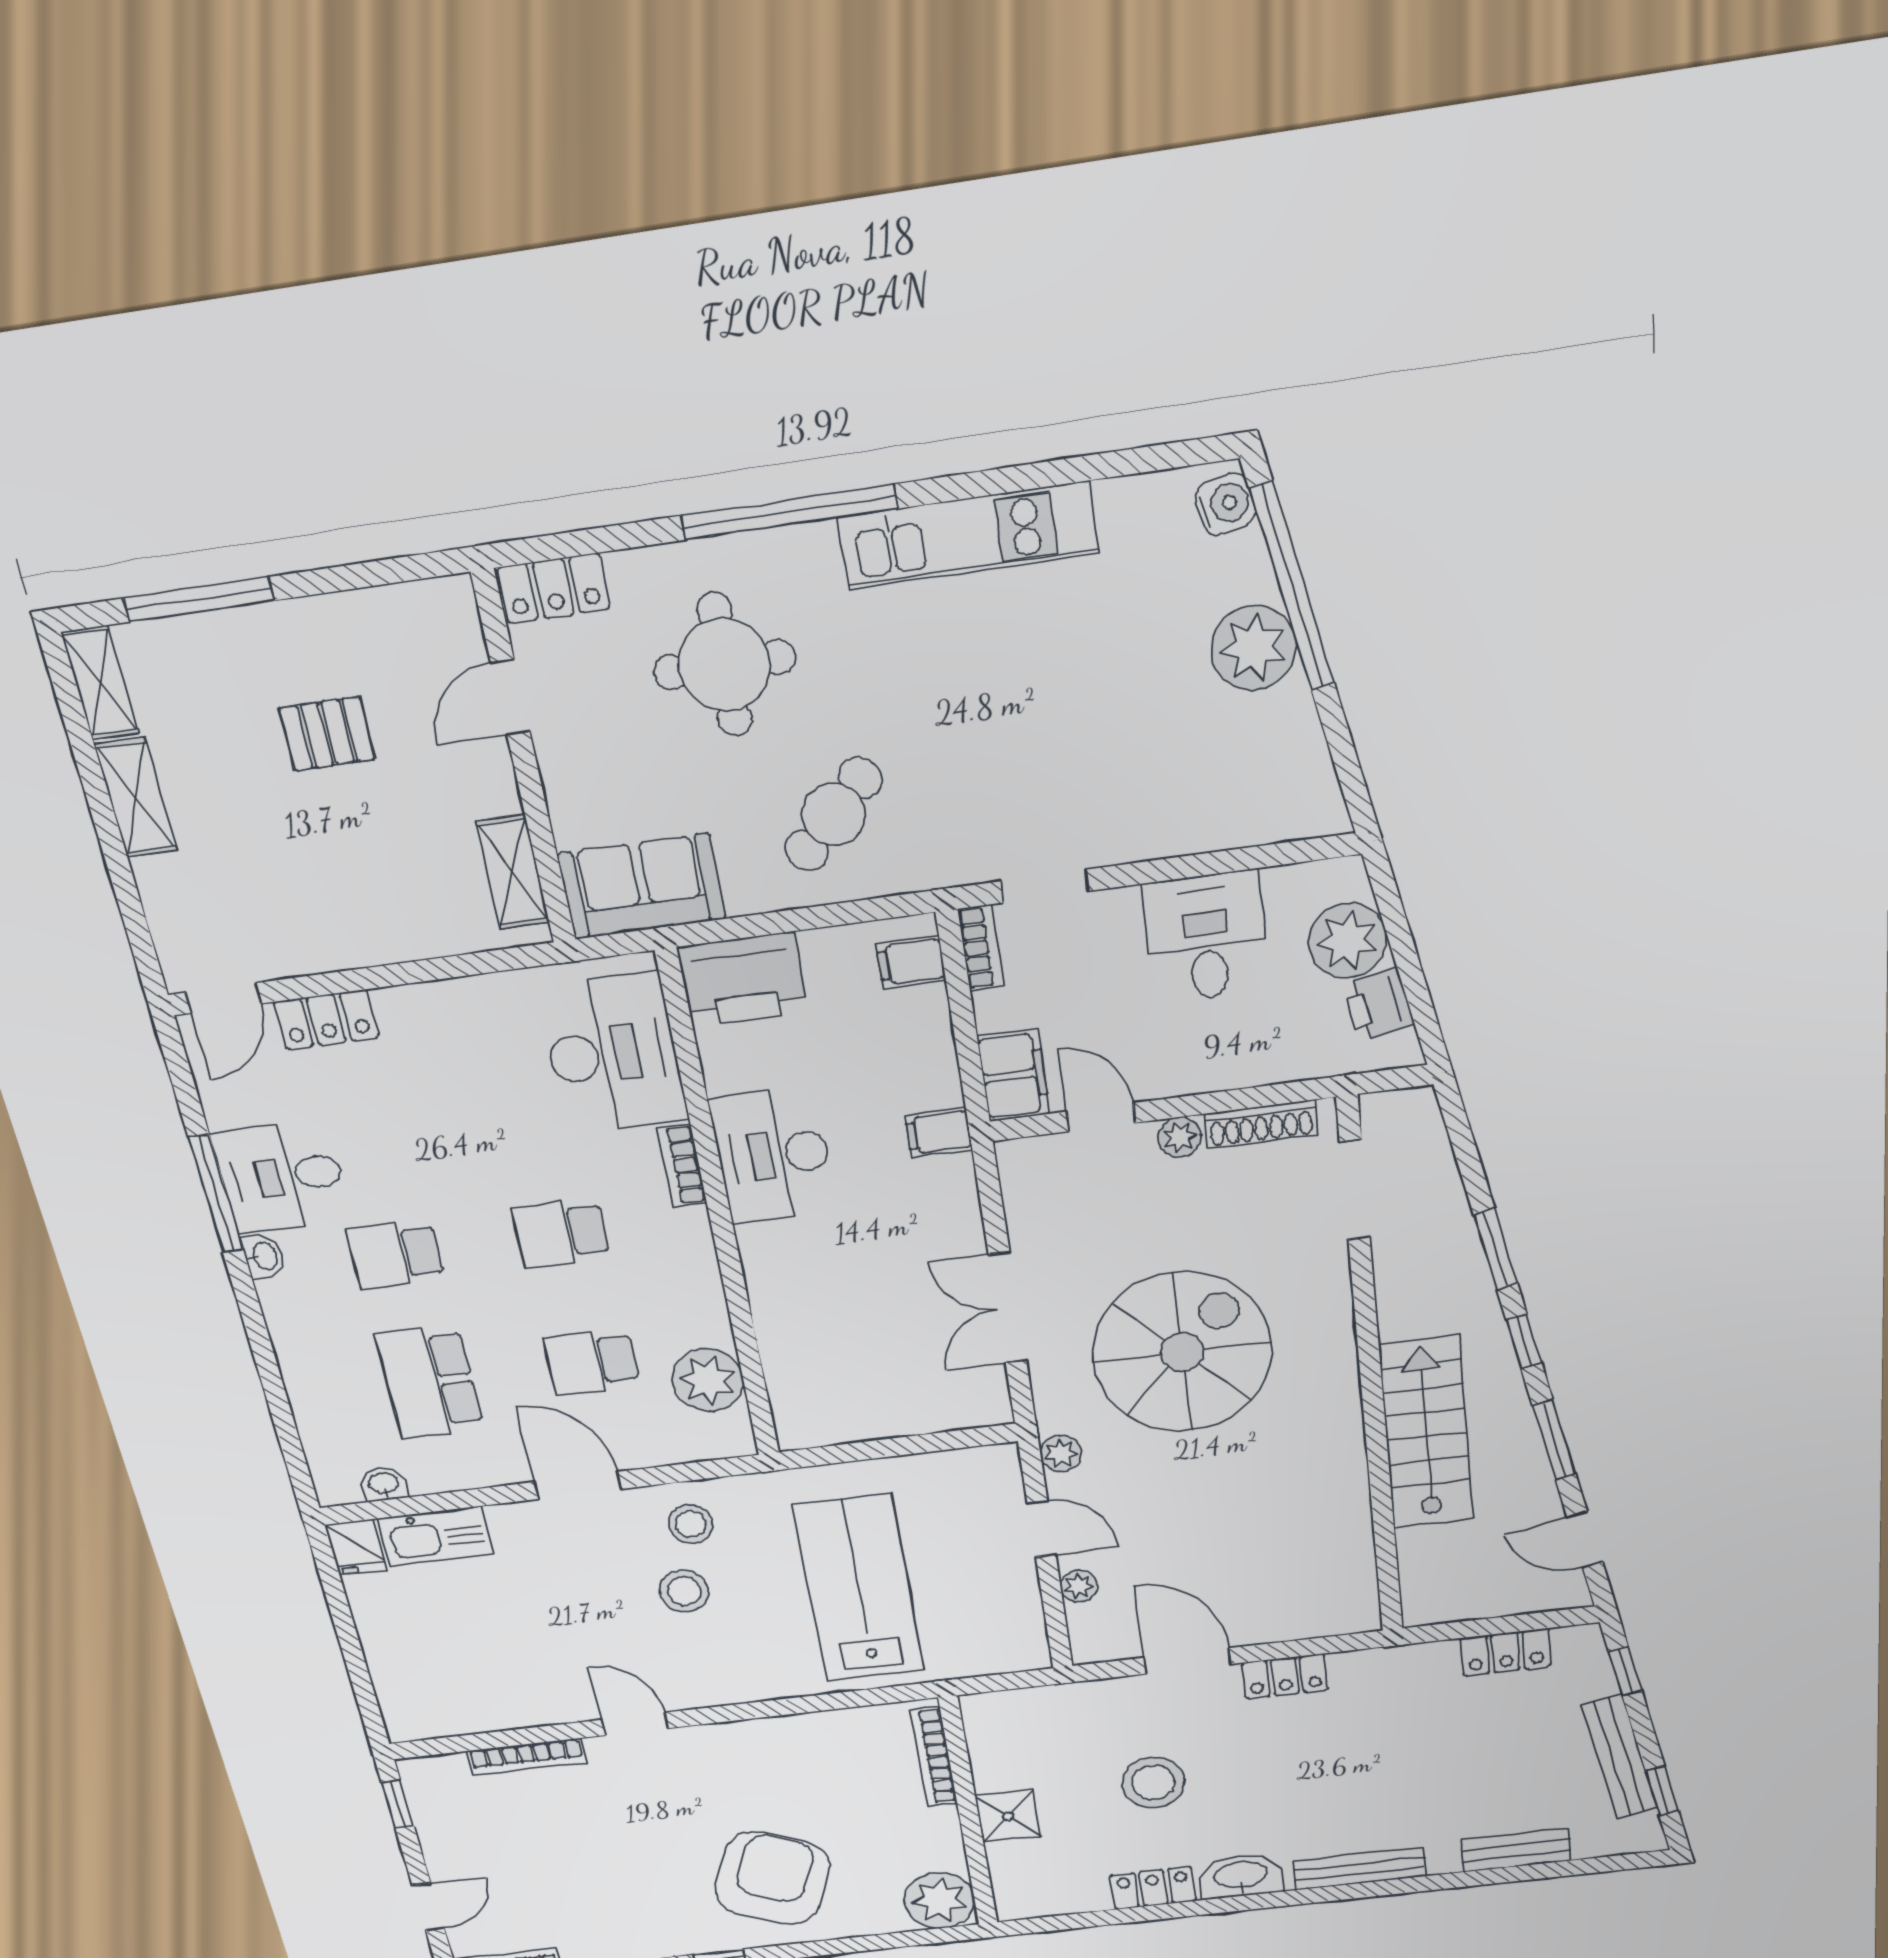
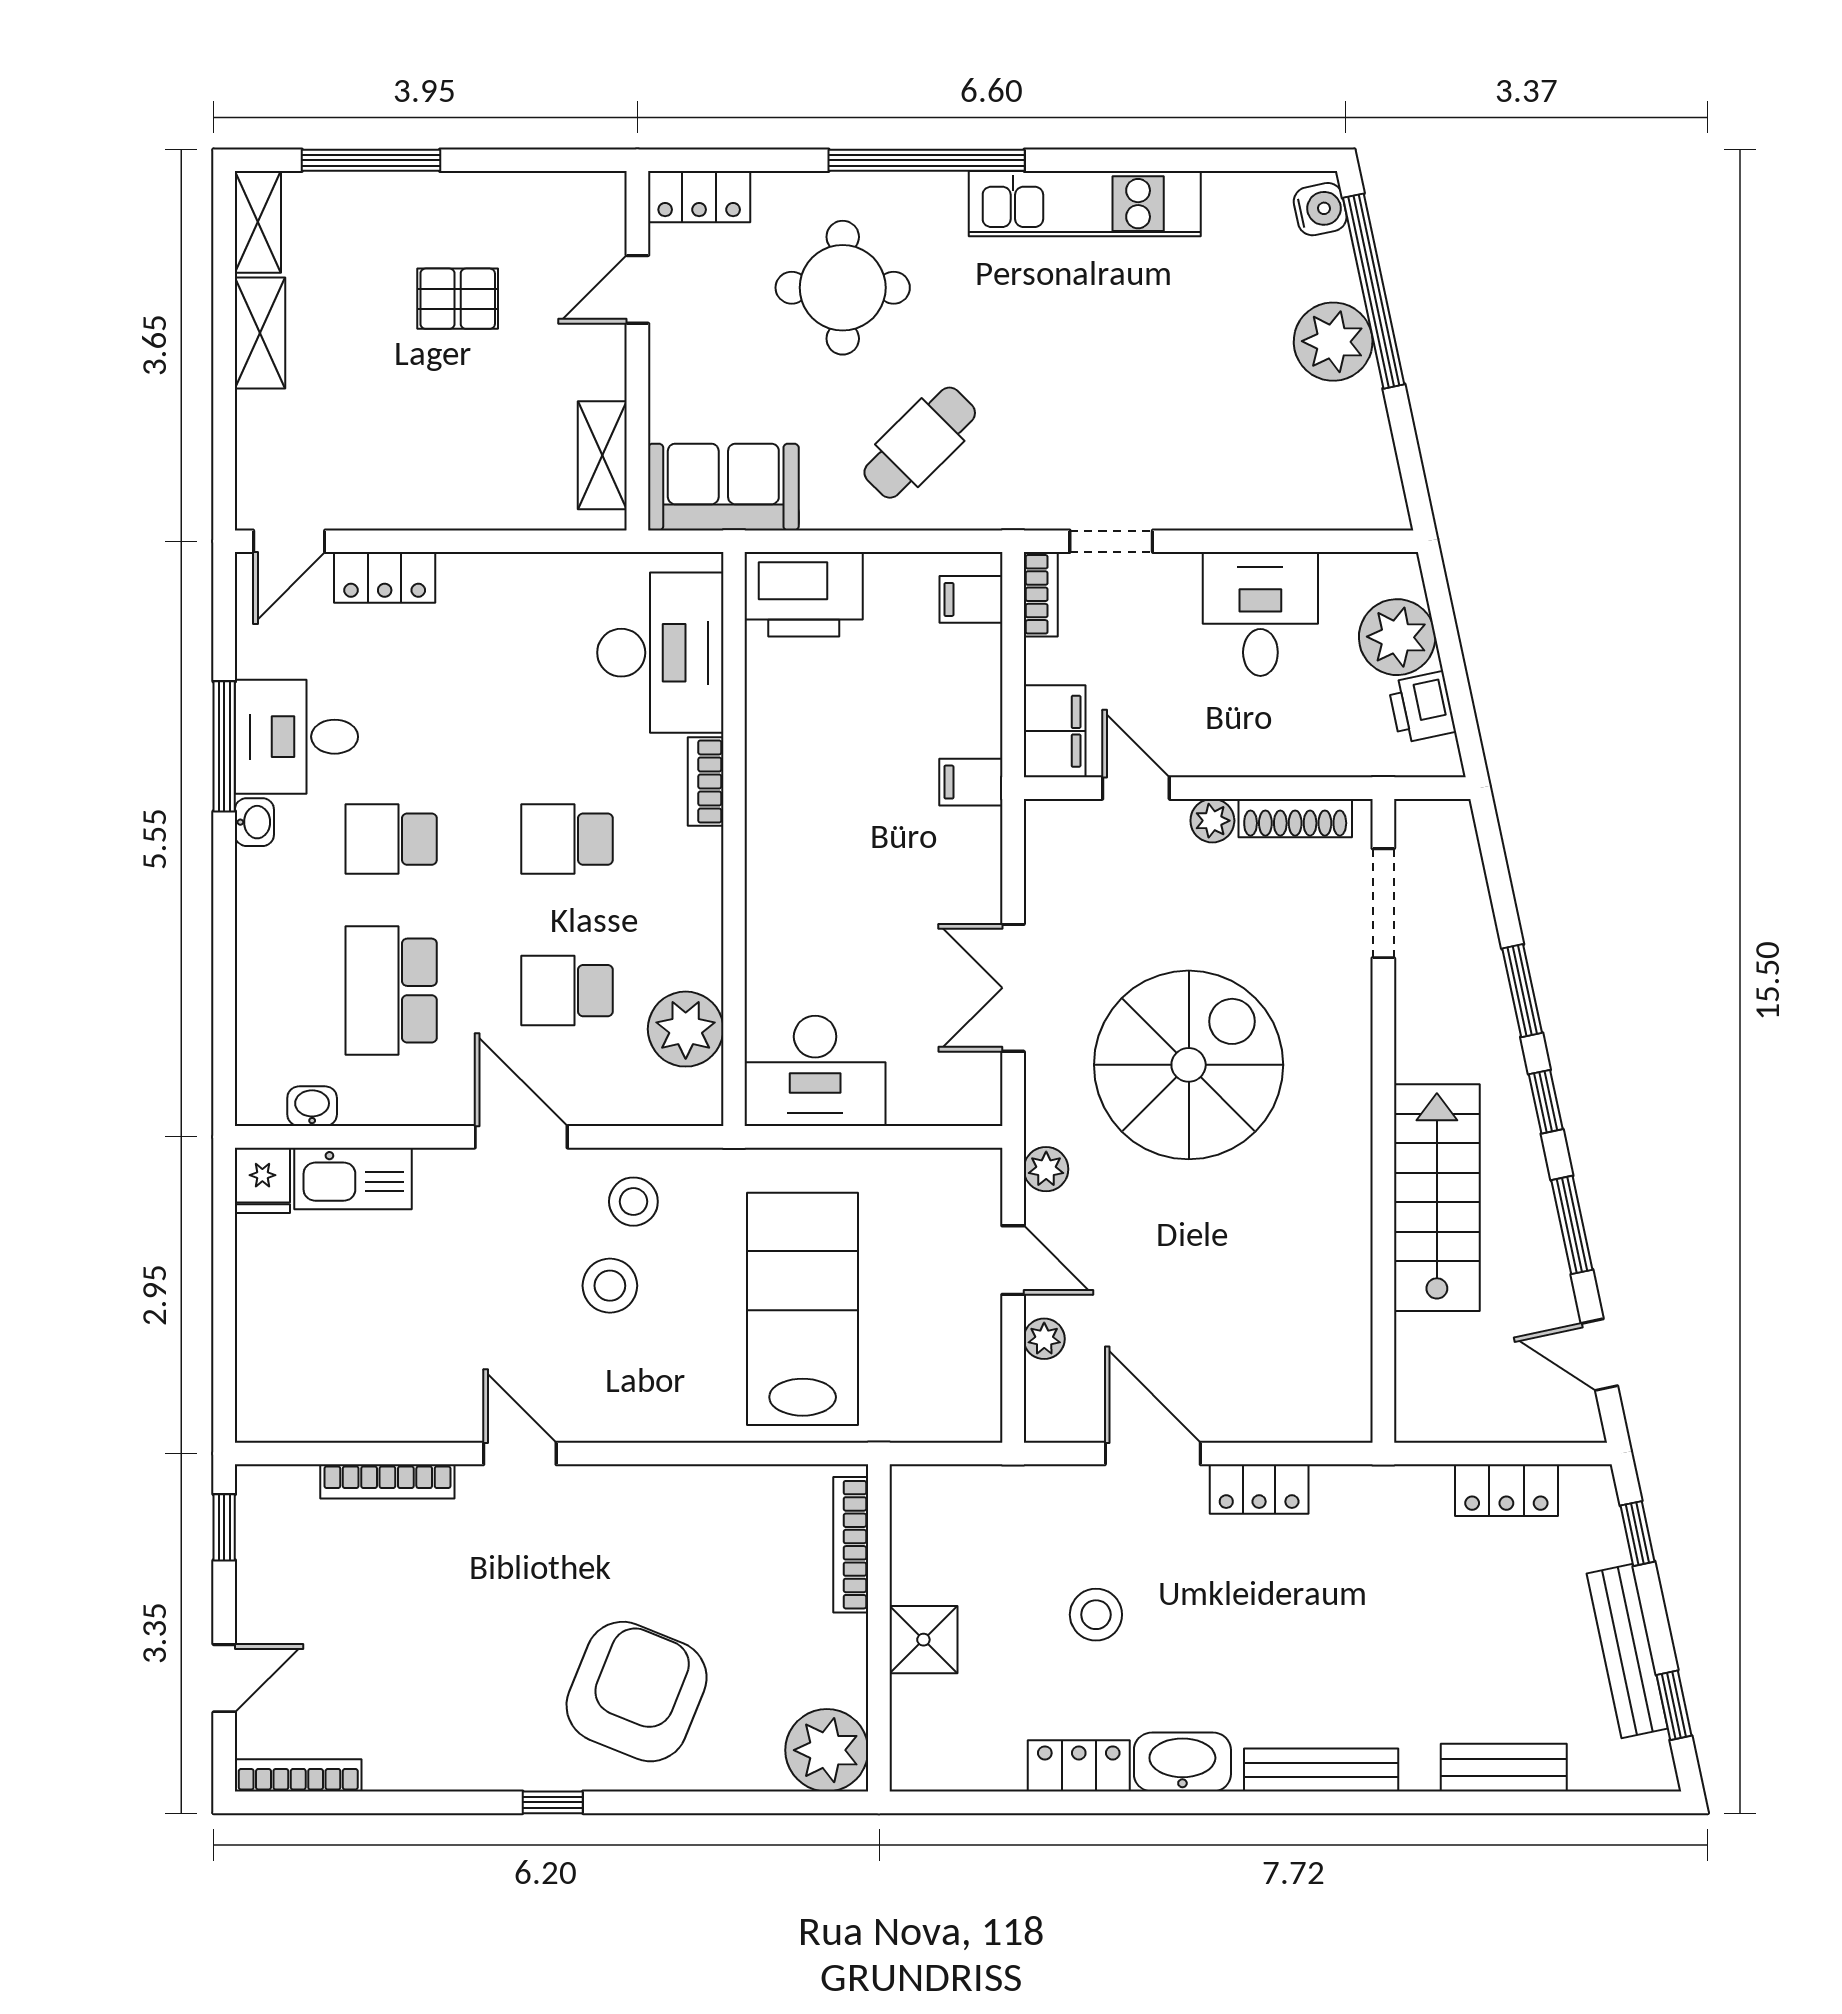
desk: (773, 1155) -> (815, 1071), moved, turned -90
stool: (1153, 1783) -> (1096, 1615), width x0.73, depth x0.73

